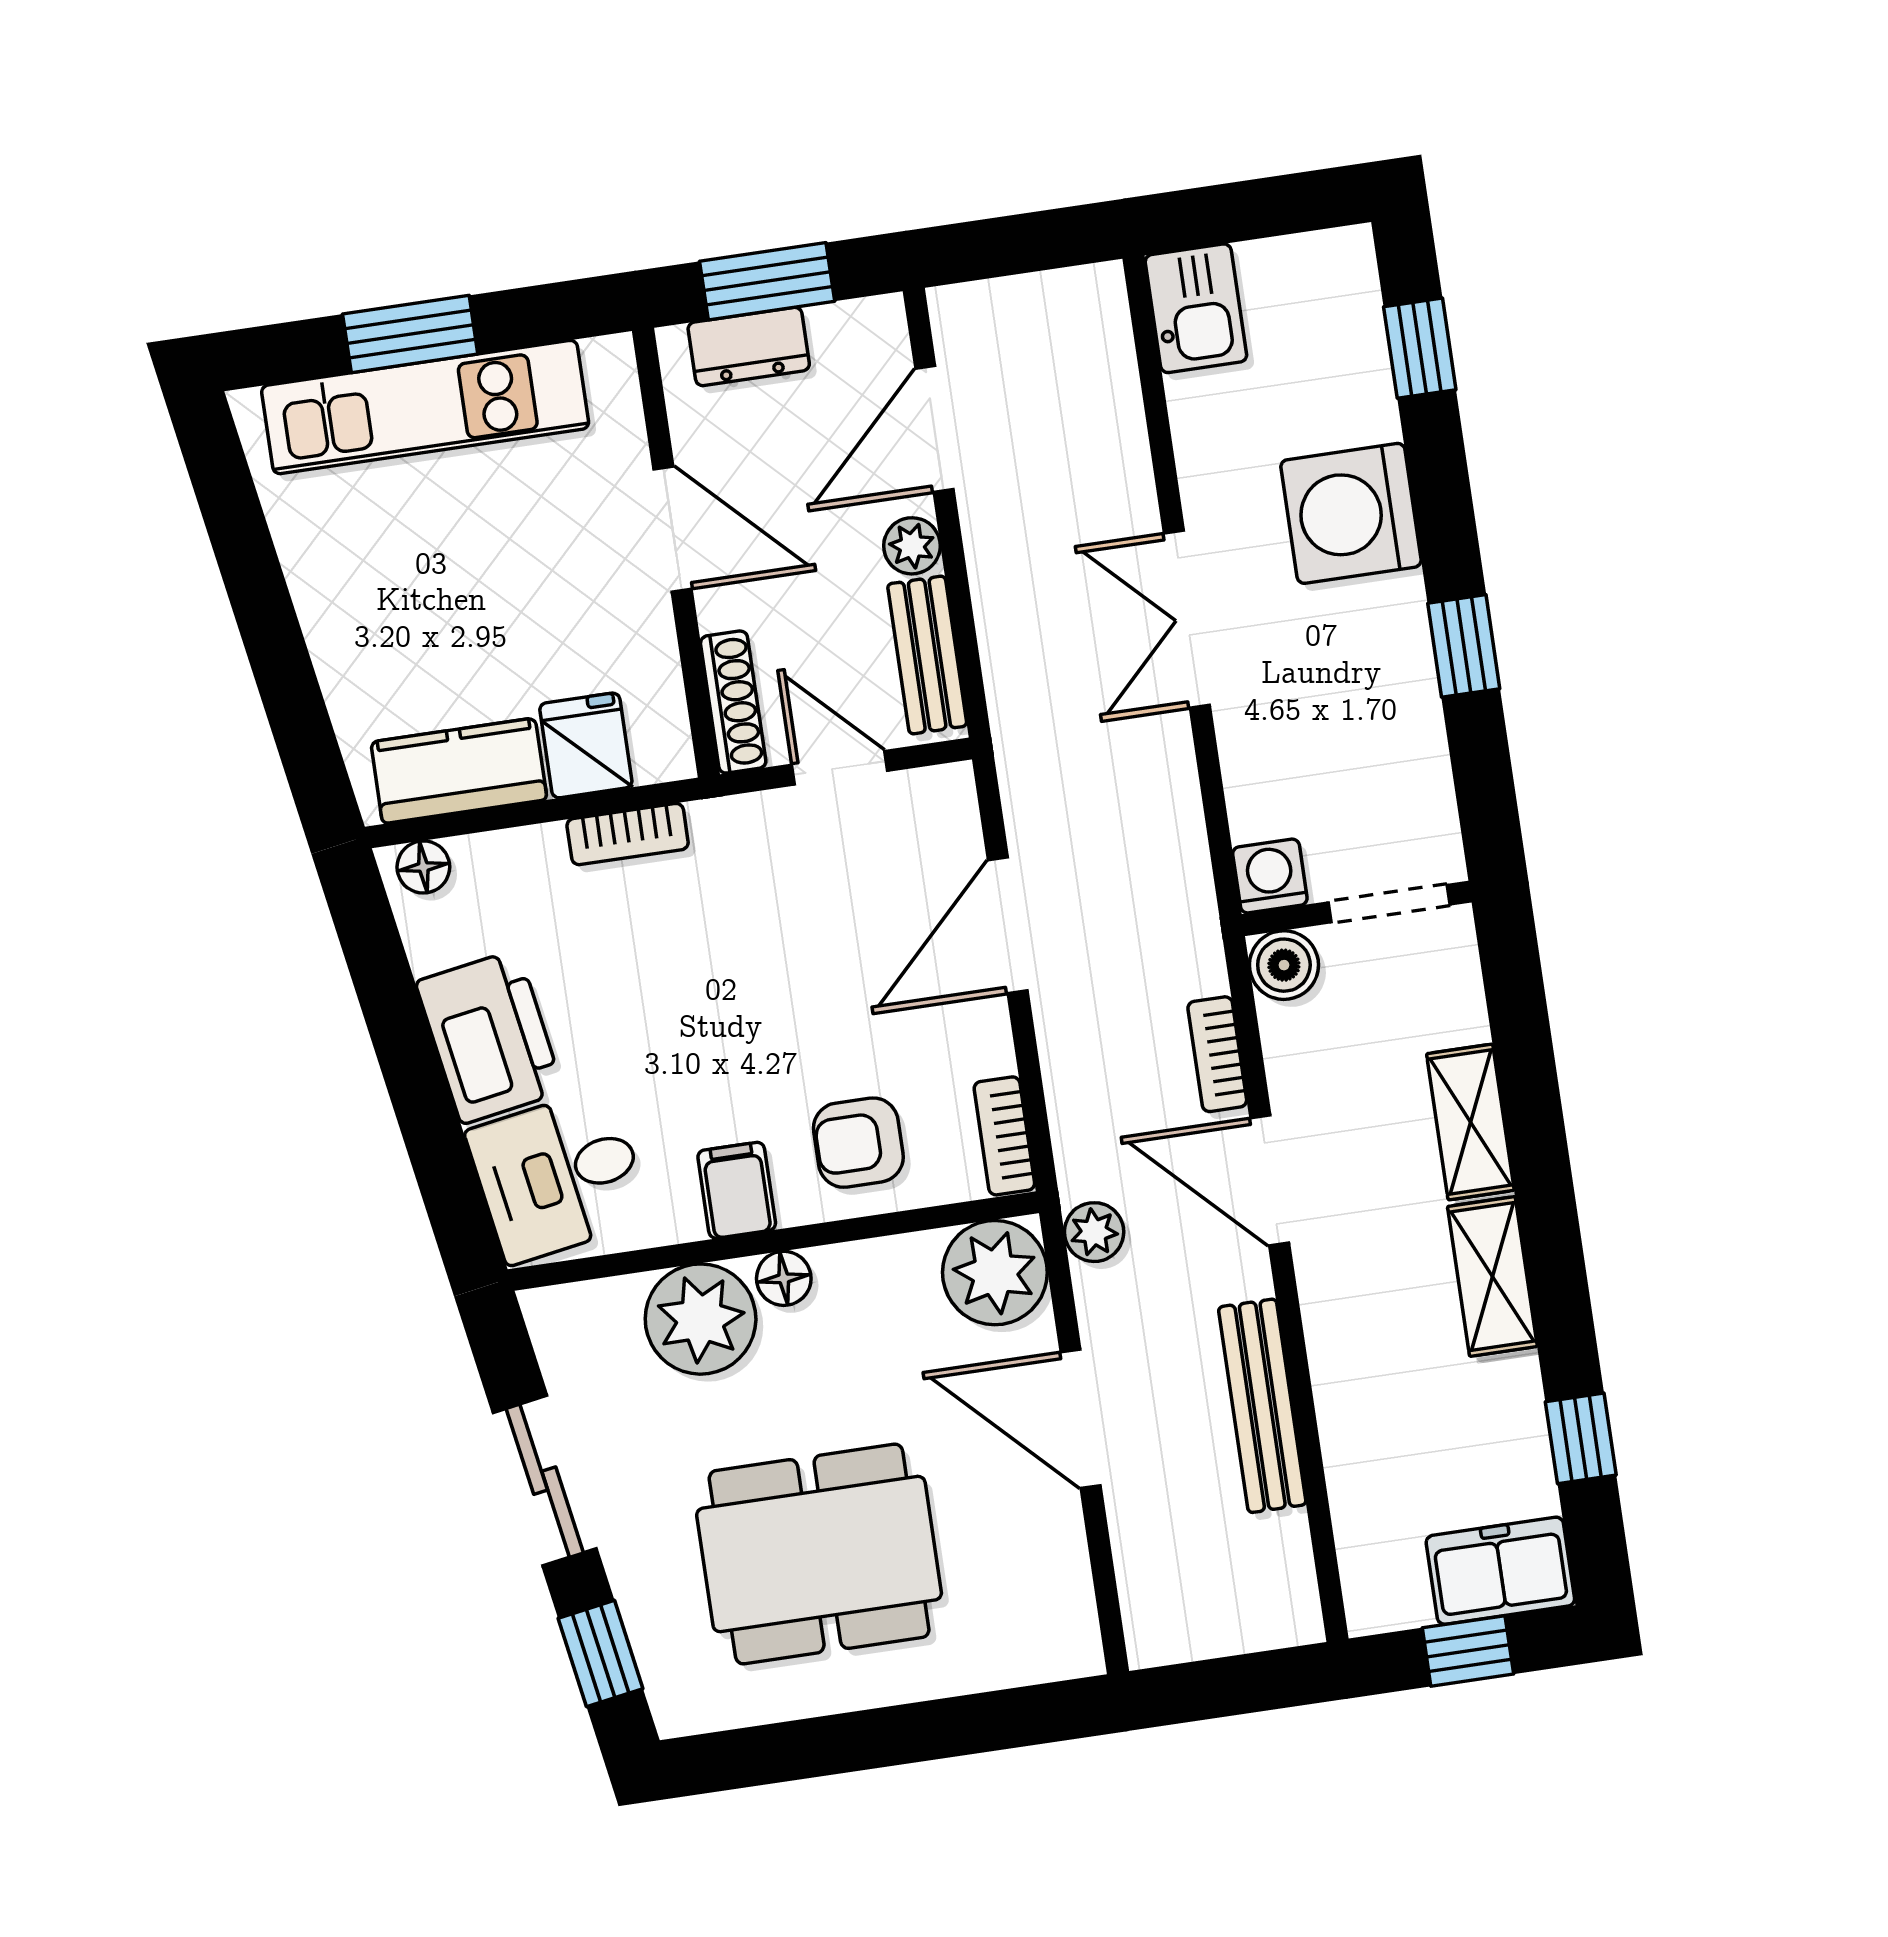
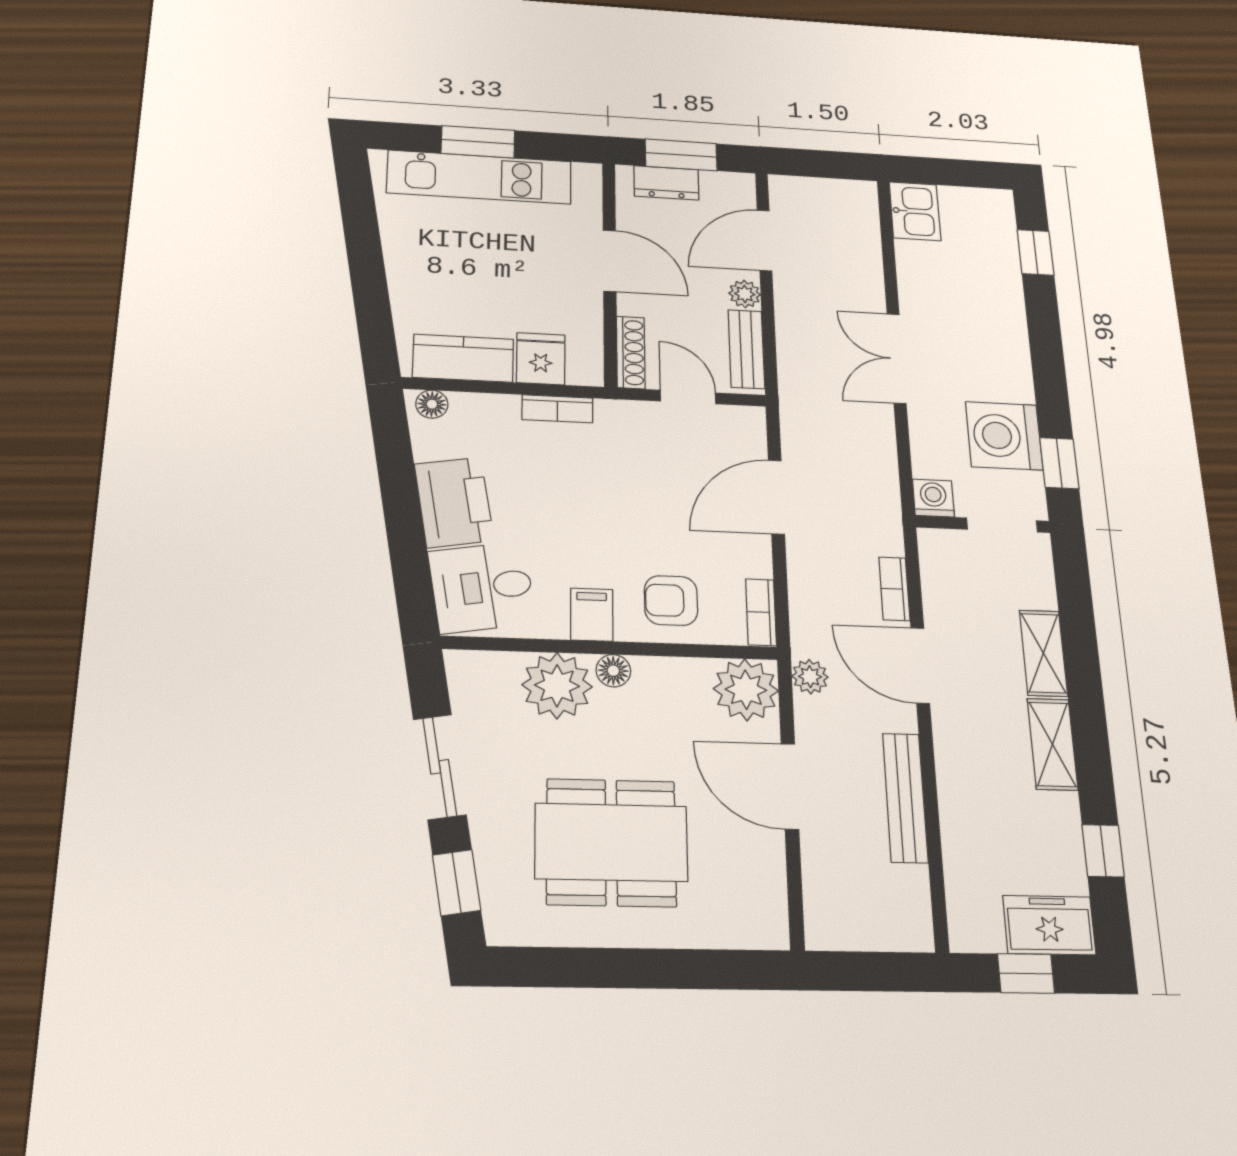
washing machine: (1351, 513) -> (1004, 436), moved
window: (1464, 646) -> (1059, 463), moved
boiler: (1284, 965) -> (938, 547), removed

